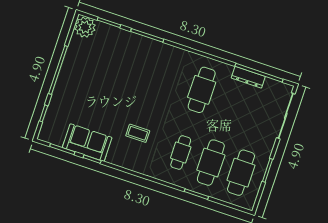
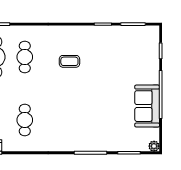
plant: (85, 27) -> (154, 146), width x0.53, depth x0.53
cafe table: (202, 90) -> (25, 120), width x0.73, depth x0.74
sofa: (87, 143) -> (147, 106), moved, turned 90

